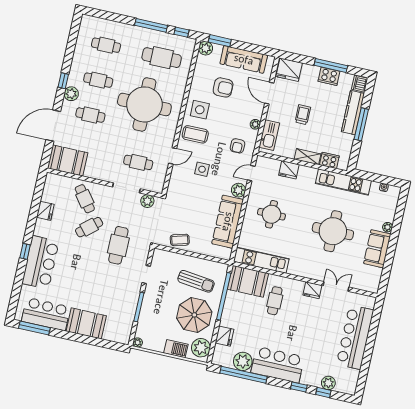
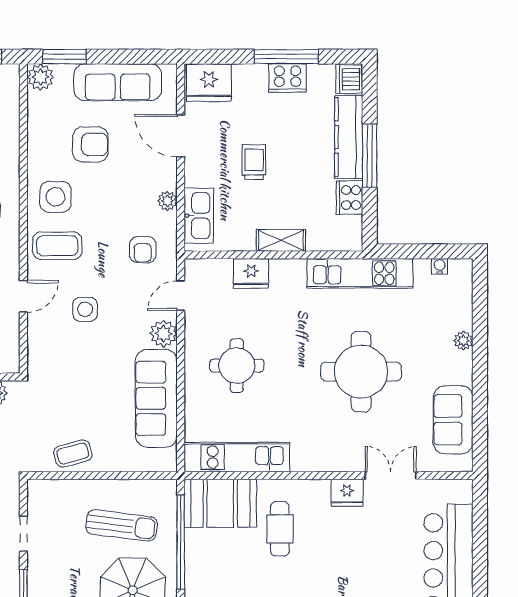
cooker: (329, 160) -> (349, 198), moved, turned -90
sofa: (377, 249) -> (453, 420), moved

